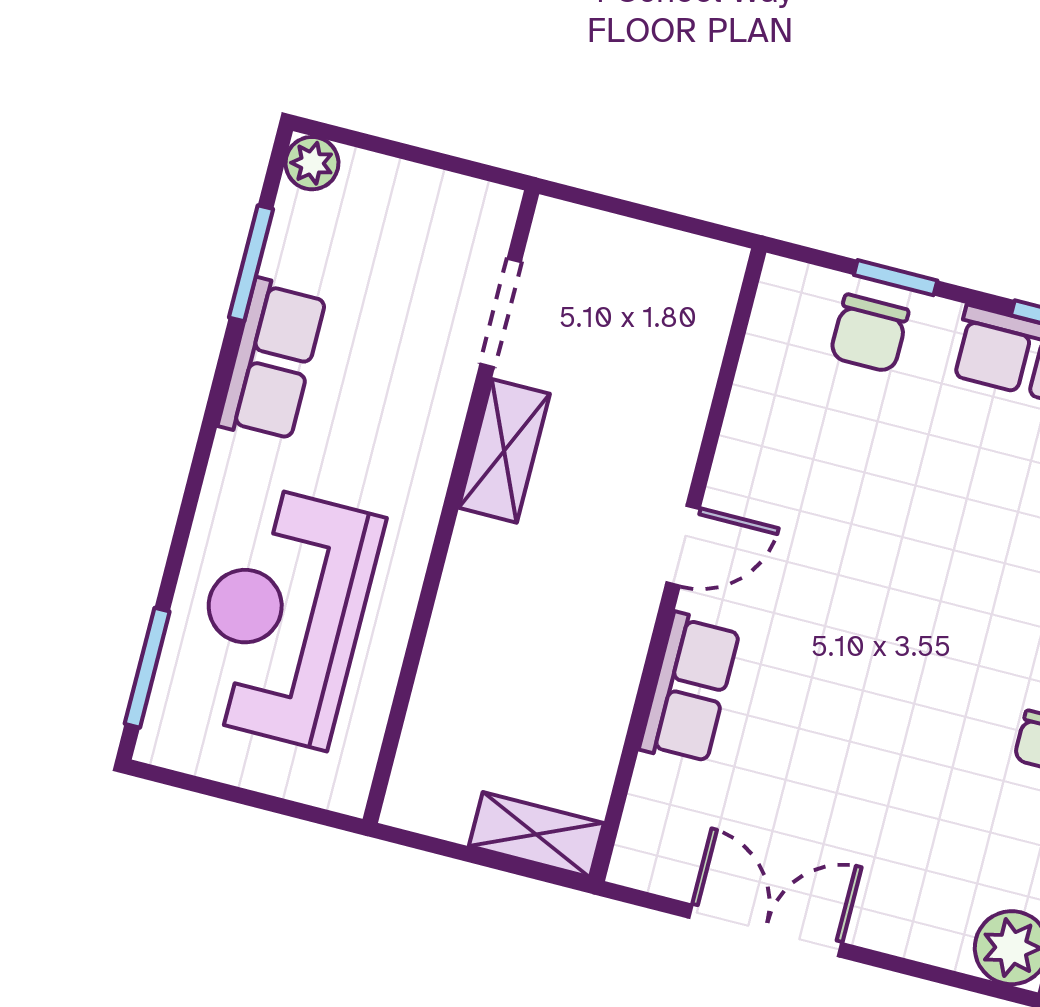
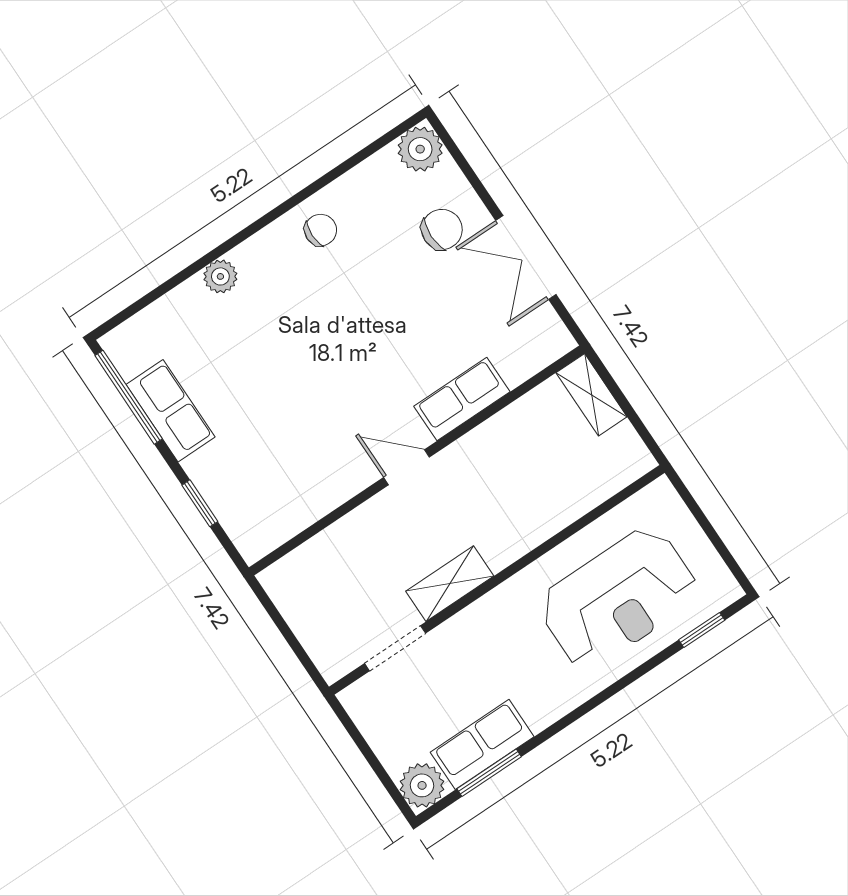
plant: (312, 163) -> (422, 785), width x1.38, depth x1.38
chair: (869, 333) -> (442, 229), moved
row of seats: (272, 360) -> (482, 744), moved
window: (147, 668) -> (702, 630), width x0.67

